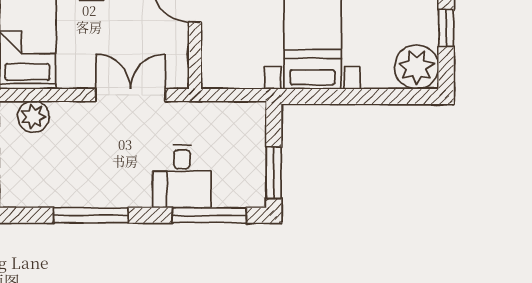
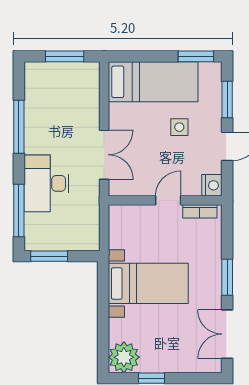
plant: (33, 117) -> (89, 86), removed
desk: (182, 176) -> (47, 183), width x1.37

